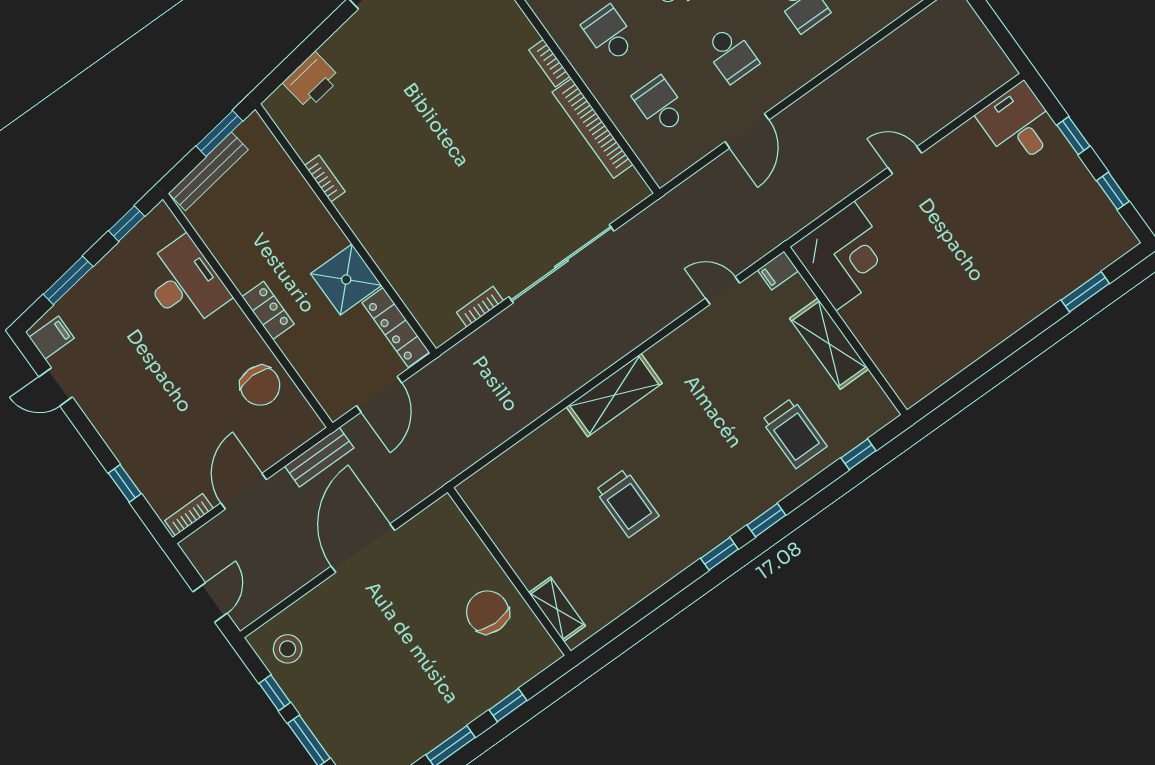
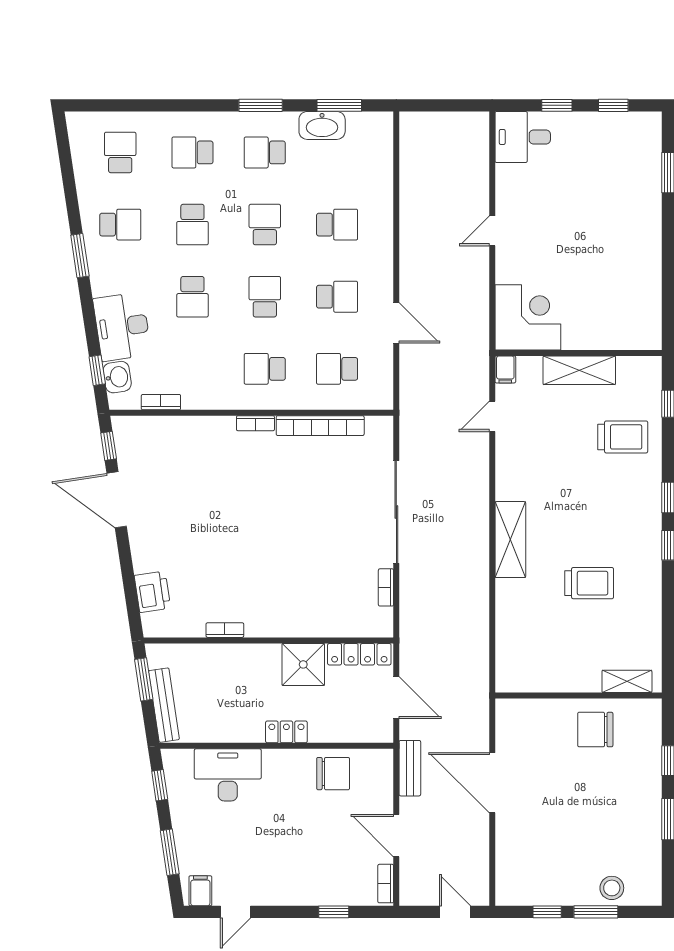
stool: (288, 649) -> (612, 888), moved

